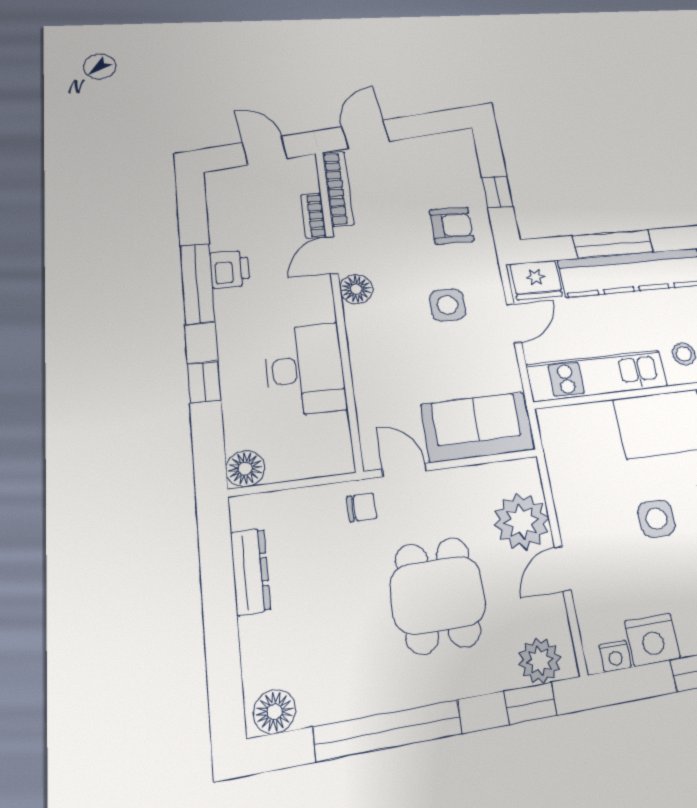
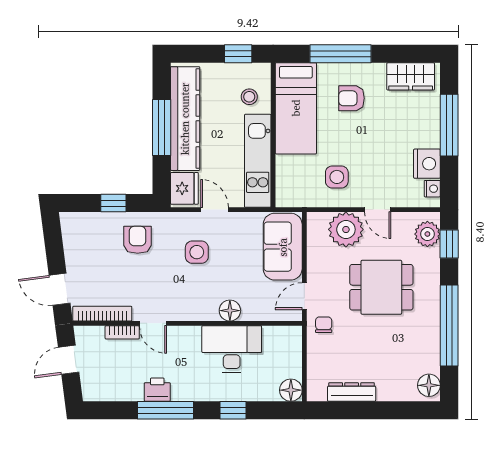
floor lamp: (356, 289) -> (230, 311), moved
side table: (657, 519) -> (337, 177), moved

